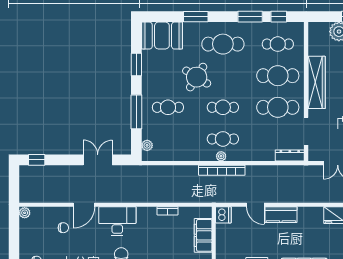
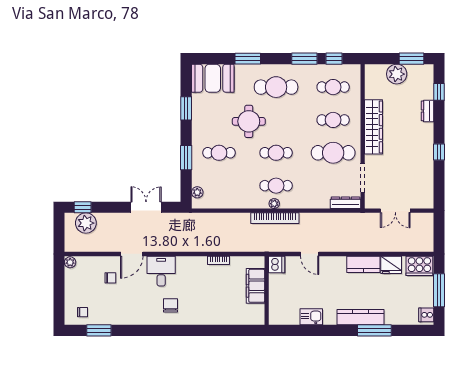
cafe table: (278, 76) -> (333, 120), width x0.73, depth x0.74
round table: (197, 77) -> (249, 121), turned -32
window: (136, 112) -> (186, 158), width x0.69
plant: (40, 175) -> (86, 223), added
kitchen counter: (281, 215) -> (363, 264), moved
desk: (117, 221) -> (161, 271), width x0.73

